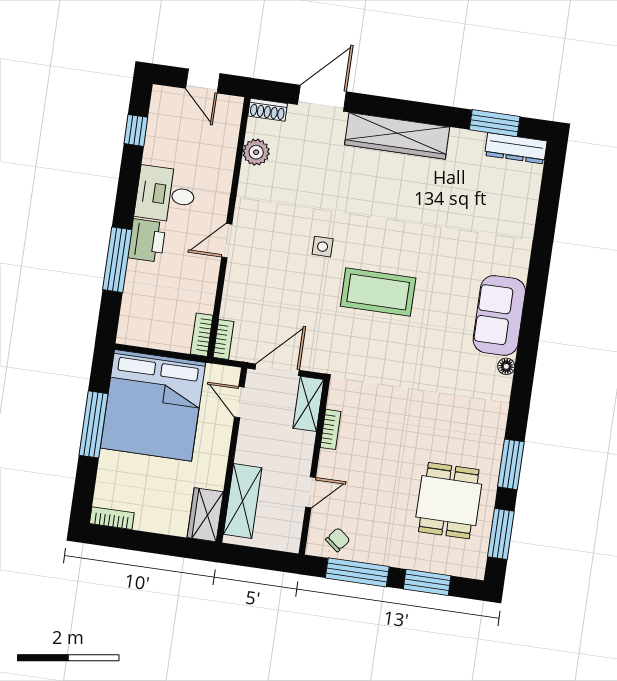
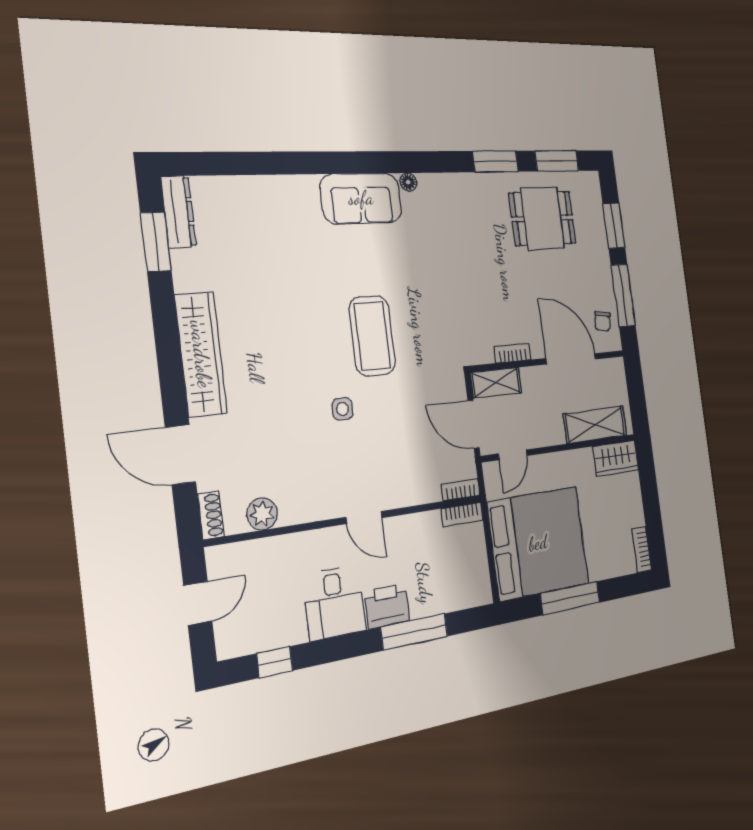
door: (311, 492) -> (571, 359), width x1.87
chair: (338, 540) -> (602, 321), turned -119

